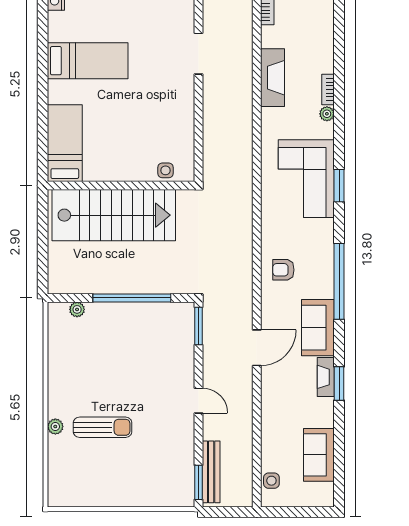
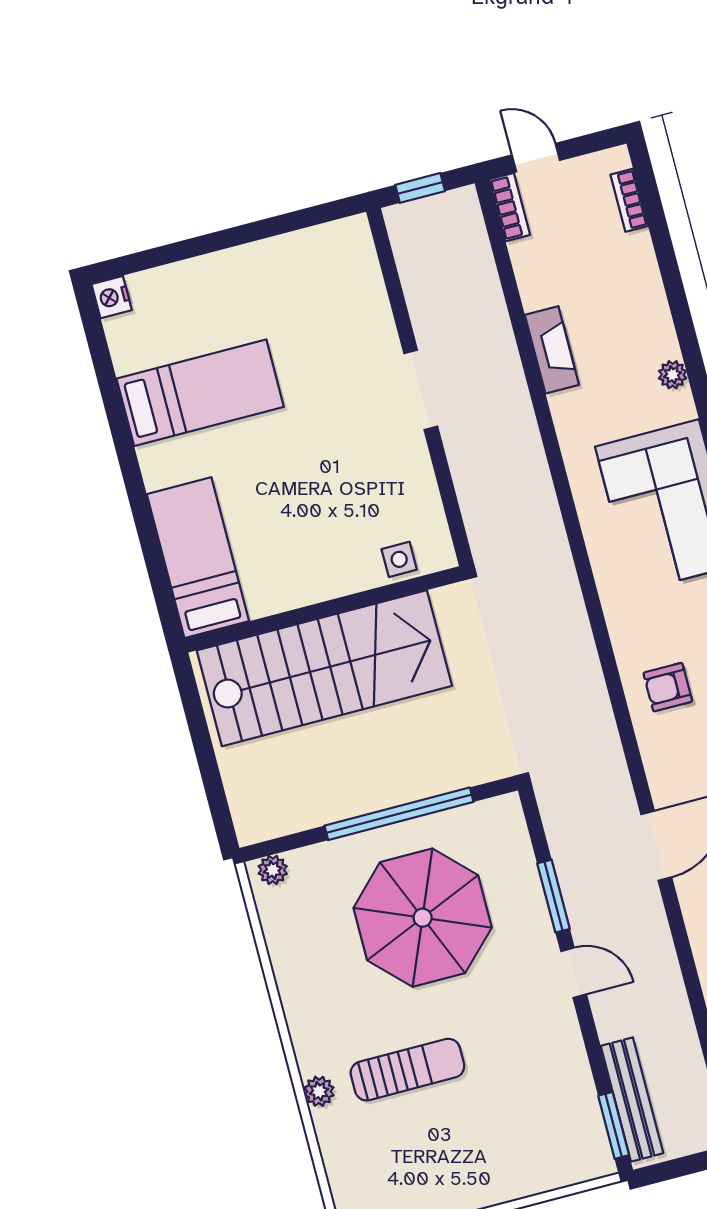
doorway: (199, 54) -> (421, 390), moved
fireplace: (272, 78) -> (552, 350), width x0.73, depth x0.76
bookcase: (328, 90) -> (629, 200), moved
plant: (77, 309) -> (273, 870), moved
window: (199, 326) -> (554, 896), moved
parasol: (130, 353) -> (423, 918), added

